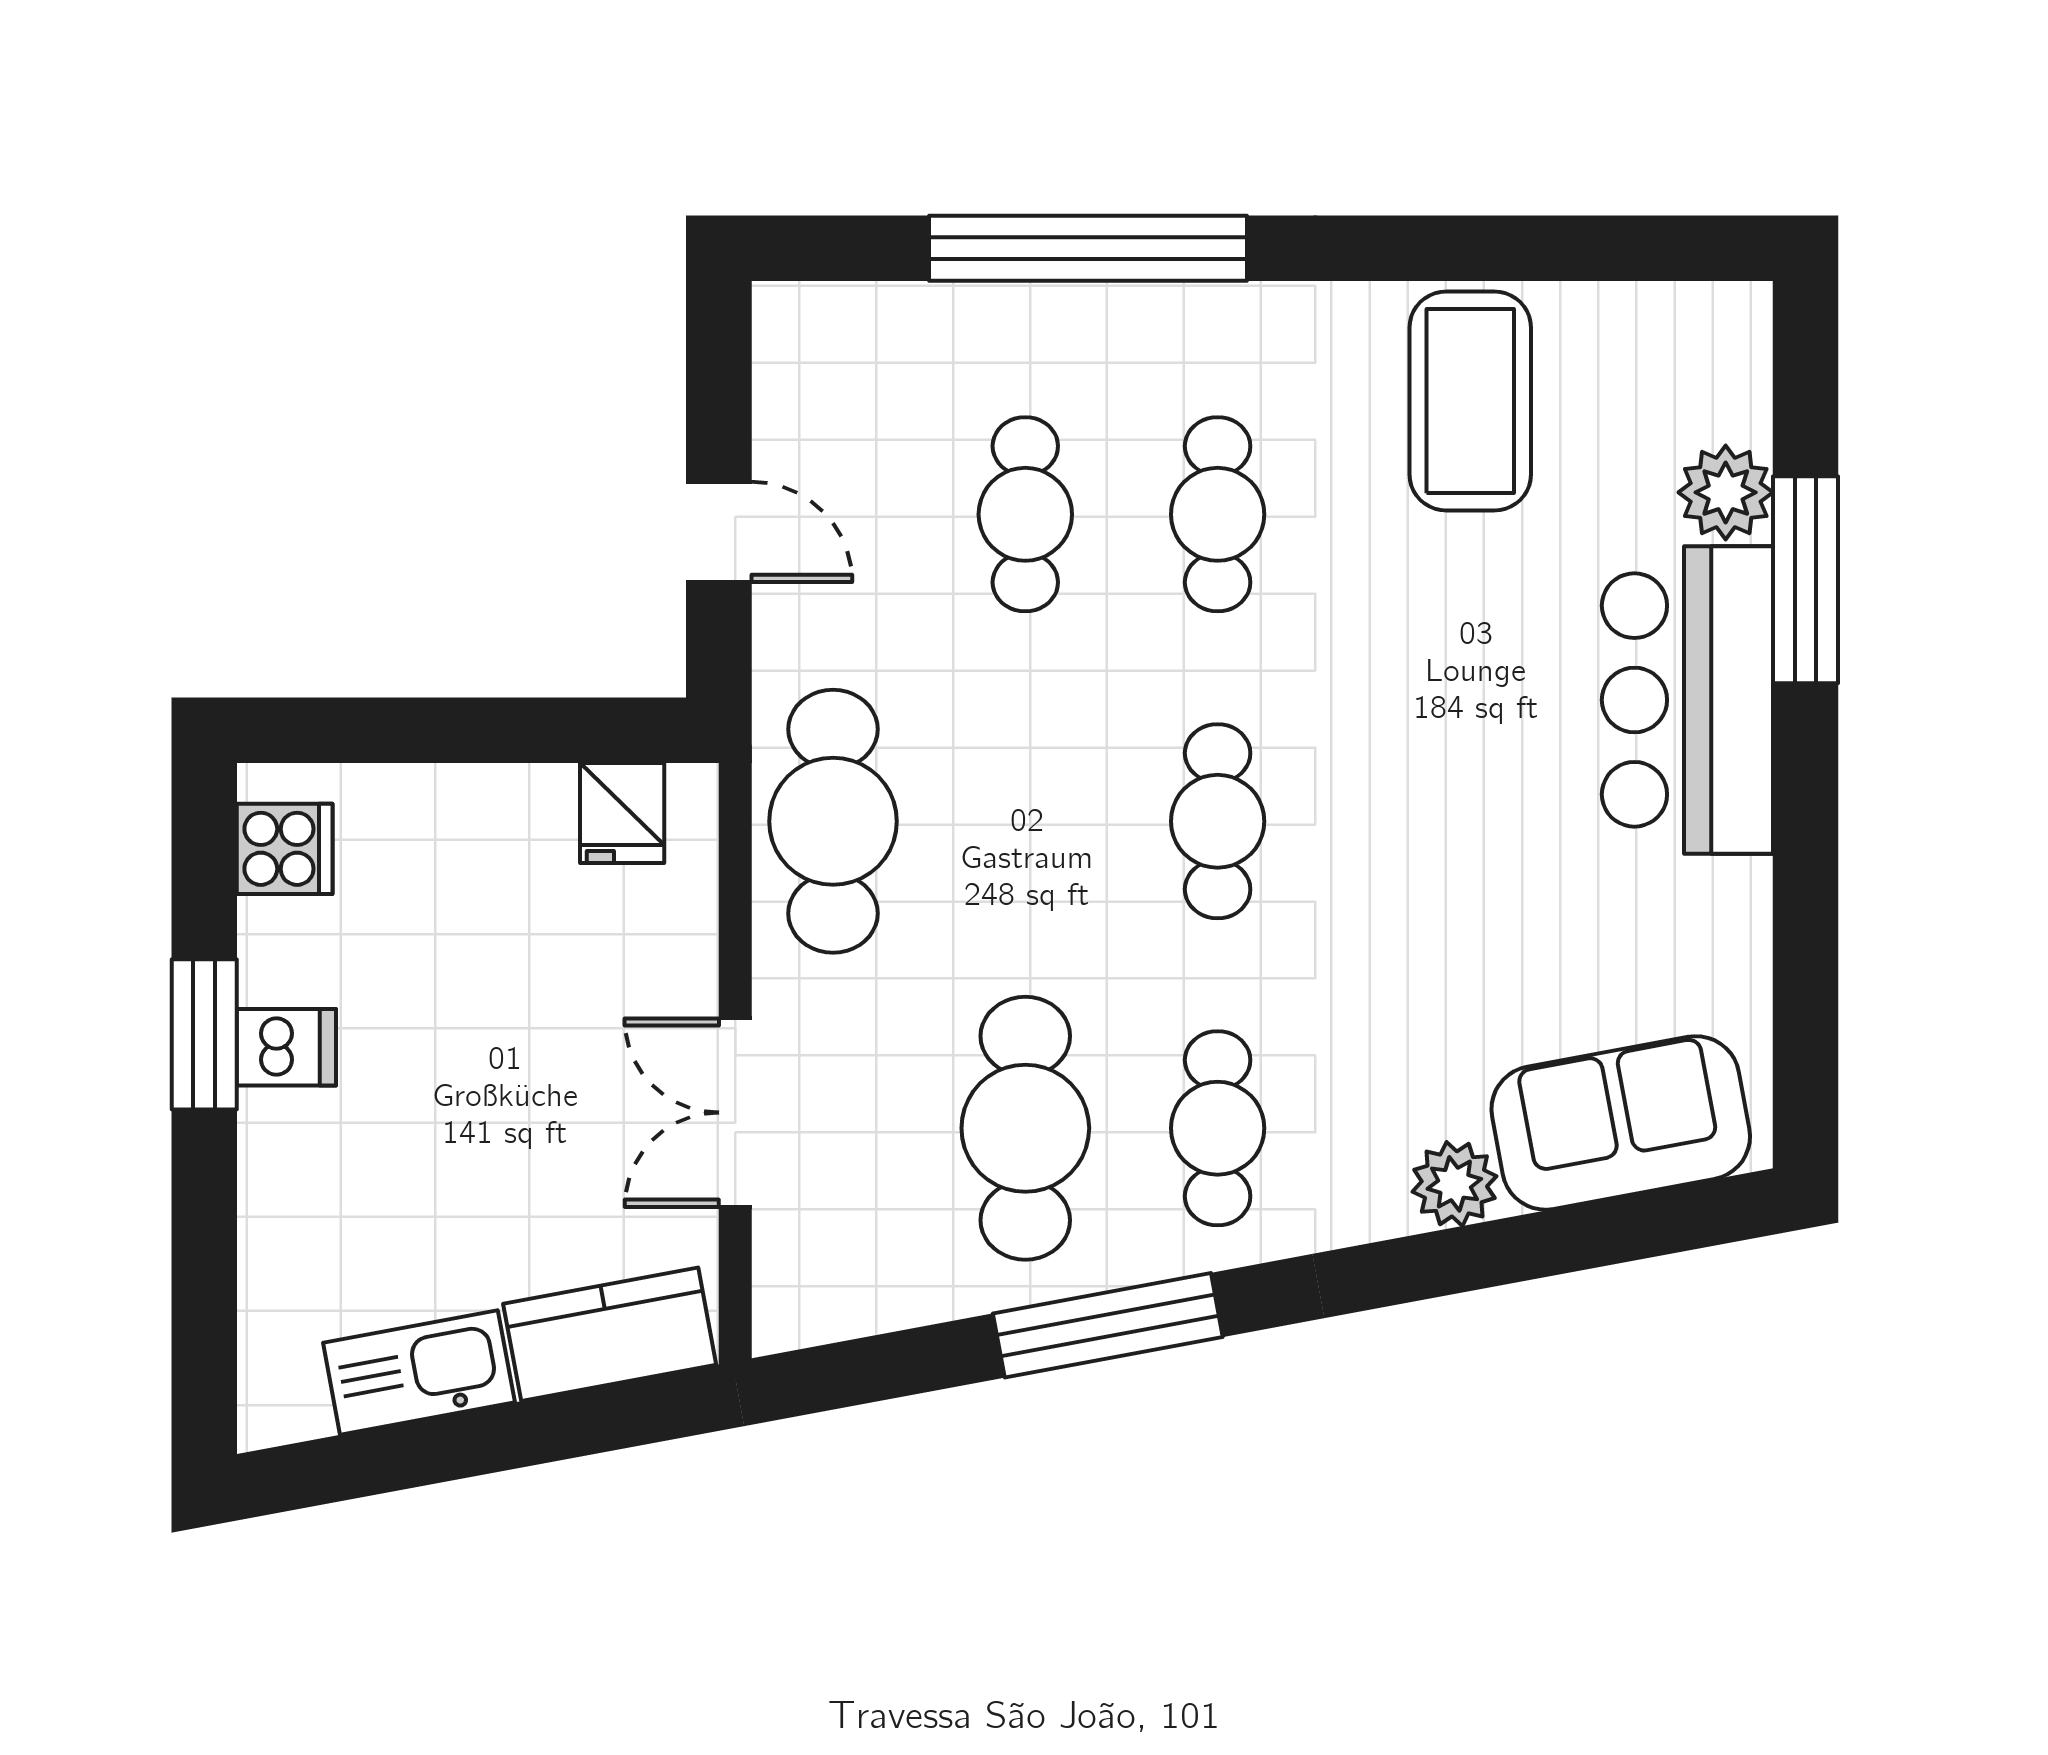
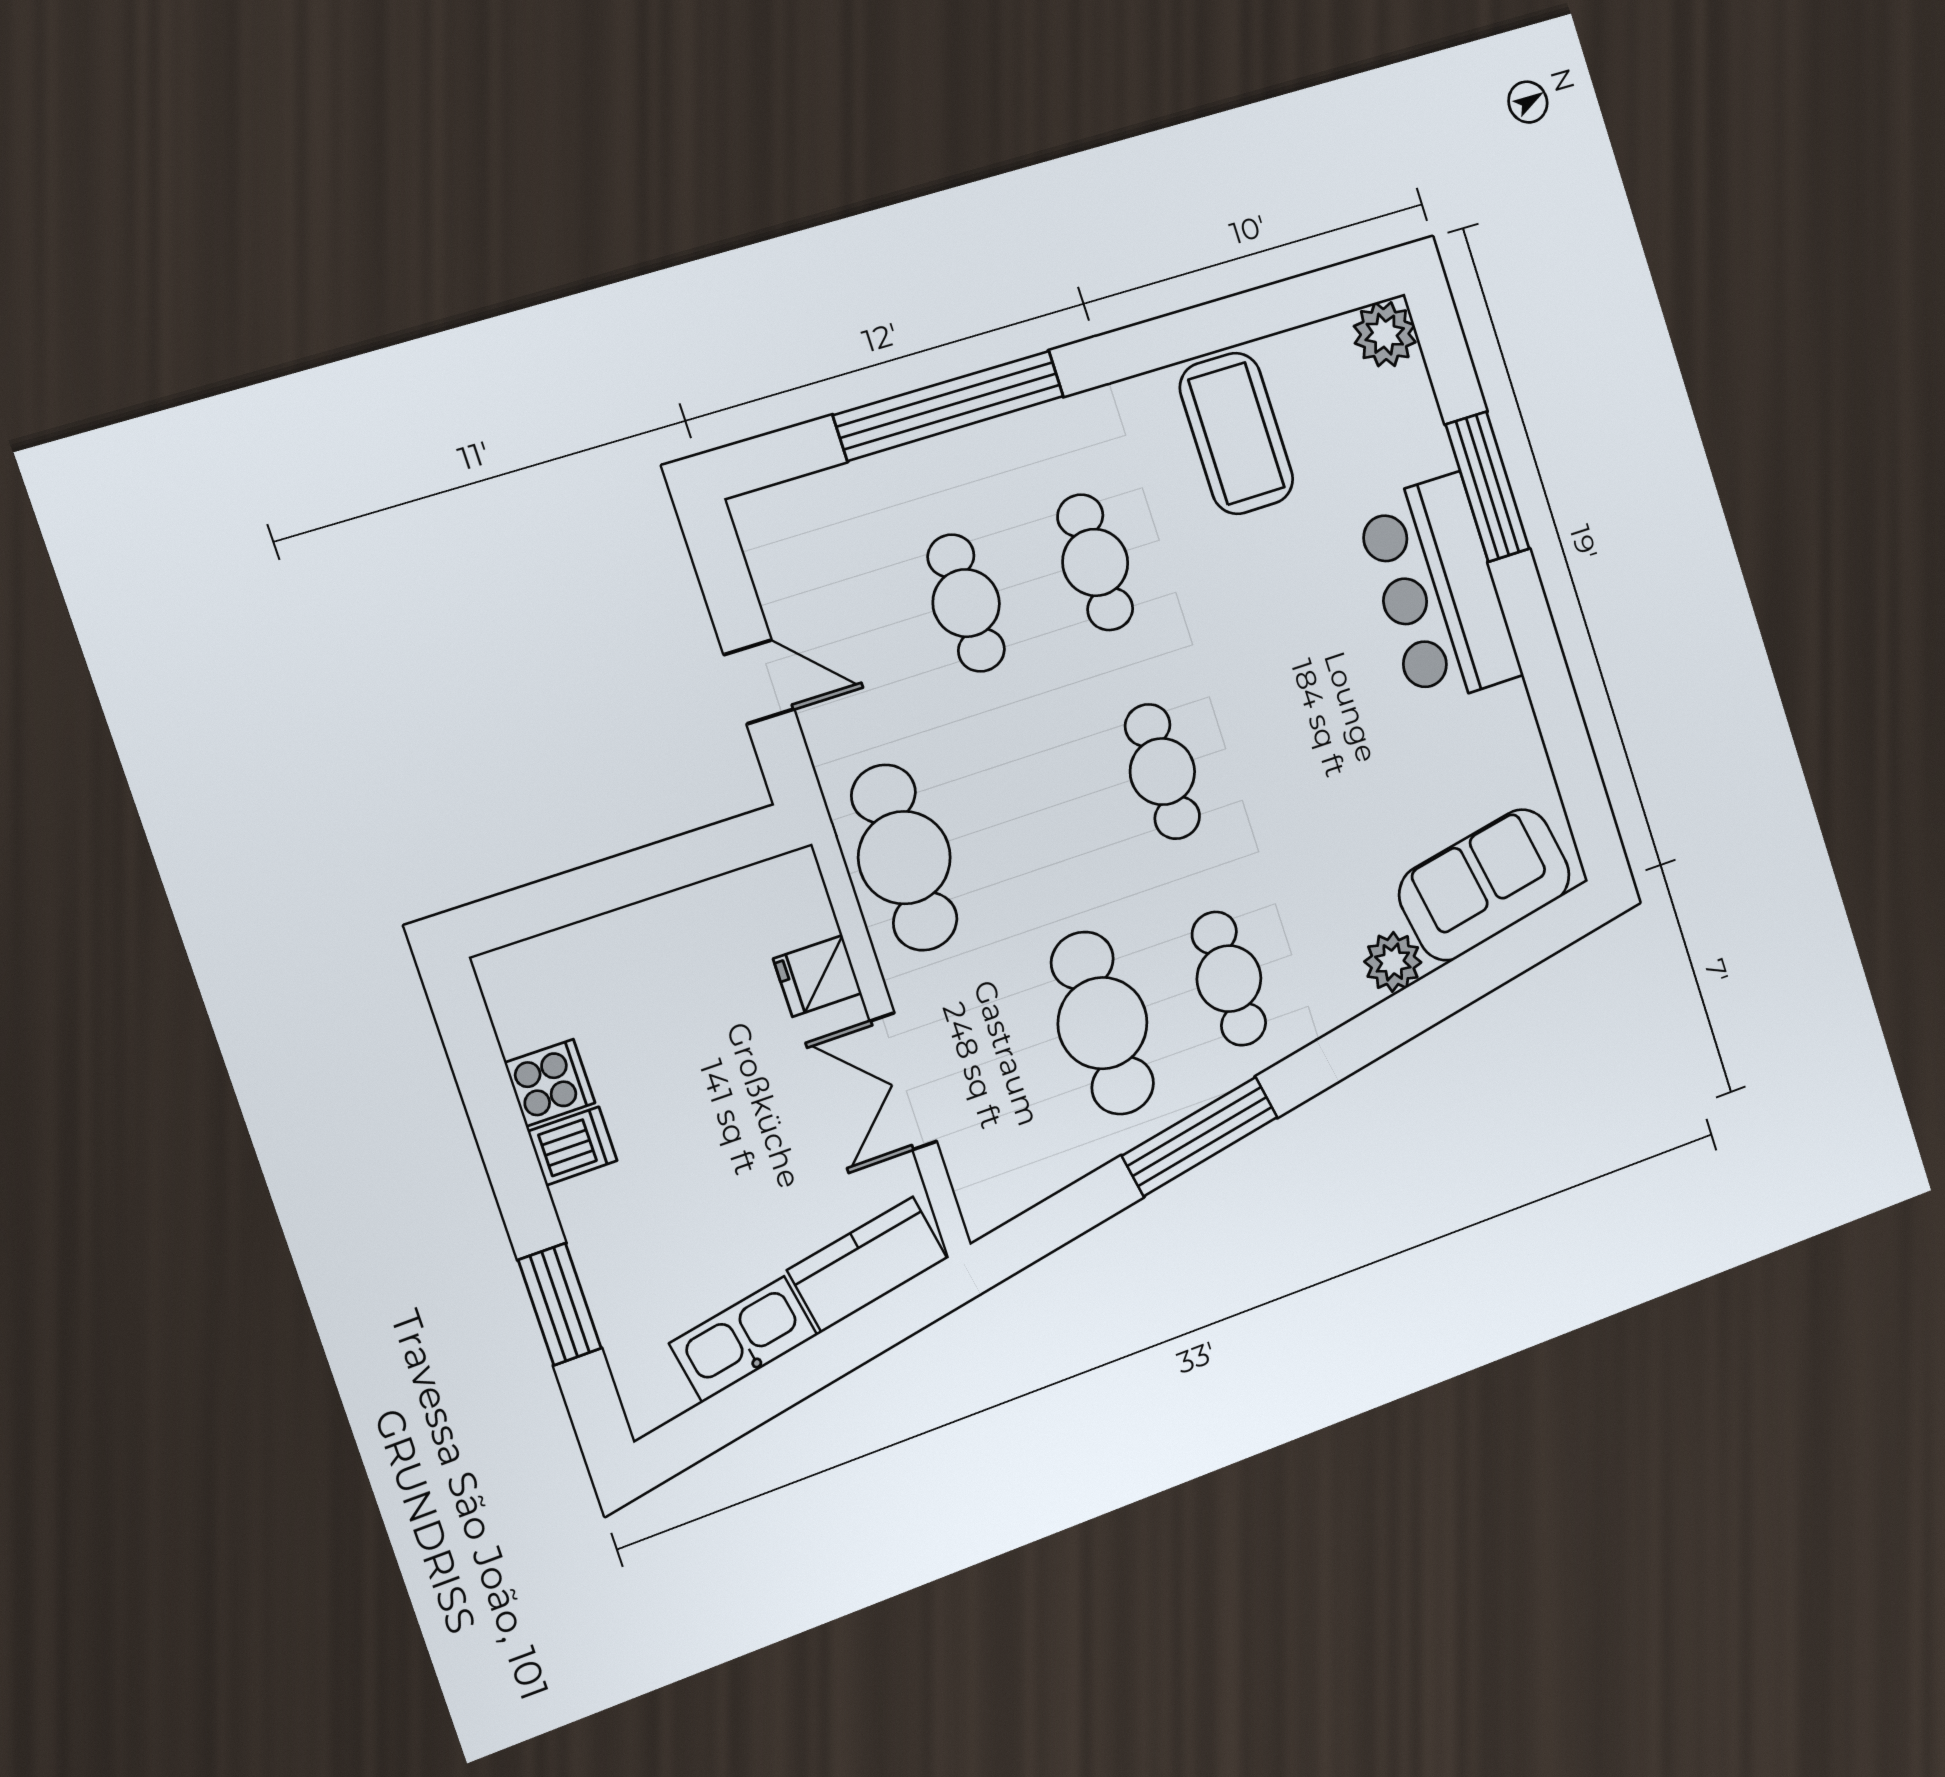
plant: (1726, 492) -> (1385, 334), moved
fridge: (622, 813) -> (818, 976), moved, turned 90
cooker: (285, 849) -> (550, 1083), moved
window: (204, 1034) -> (560, 1304), moved

